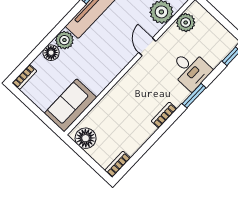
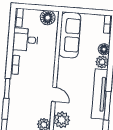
desk: (190, 70) -> (25, 40), moved
sofa: (70, 105) -> (70, 35), width x1.36

